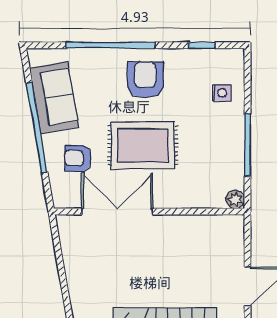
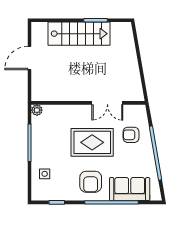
sofa: (54, 98) -> (130, 189), moved, turned 100
armchair: (78, 158) -> (131, 135), turned 180
double door: (117, 212) -> (107, 103), width x0.73

